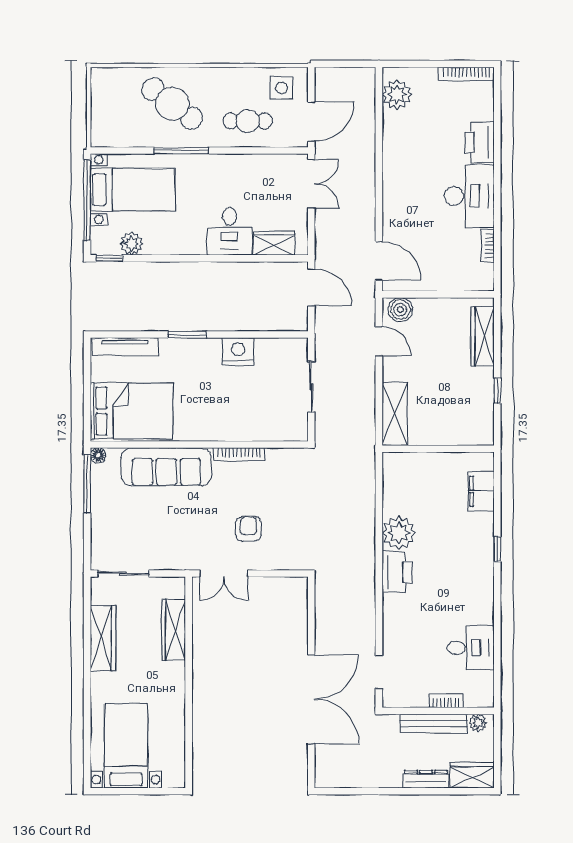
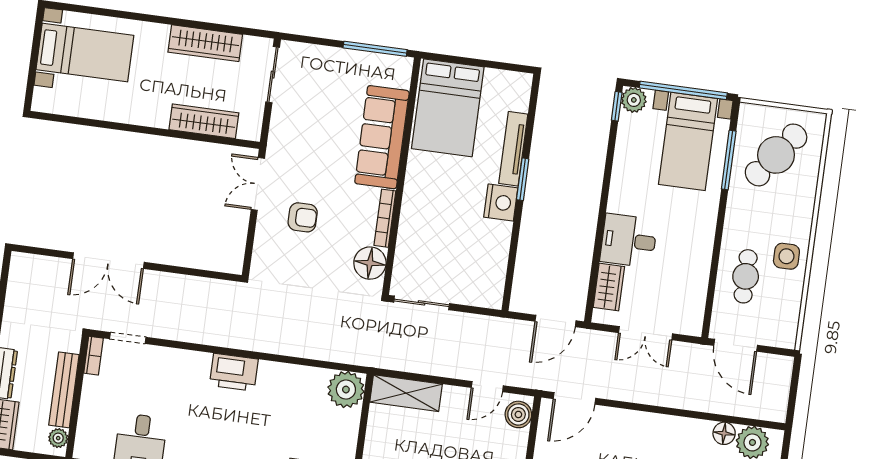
side table: (282, 88) -> (786, 256), moved
cafe table: (172, 104) -> (776, 155), moved
floor lamp: (392, 121) -> (724, 433), added
window: (181, 151) -> (729, 160), moved
double door: (311, 184) -> (646, 333), moved
plant: (132, 244) -> (634, 100), moved
tv unit: (125, 347) -> (513, 149), moved
nightstand: (238, 351) -> (501, 203), moved
sliding door: (311, 387) -> (422, 303), moved
floor lamp: (98, 455) -> (370, 263), moved, width x1.89, depth x1.89
plant: (399, 533) -> (346, 390), moved
double door: (311, 699) -> (108, 261), width x0.73
bookcase: (446, 701) -> (94, 356), moved

